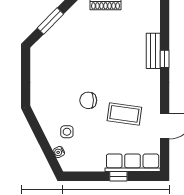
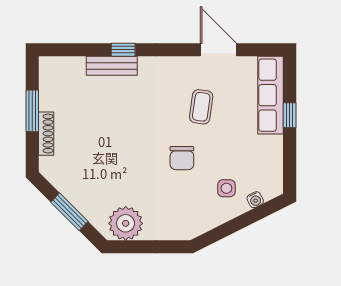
plant: (42, 61) -> (126, 223), added
coffee table: (124, 114) -> (201, 107), width x0.73, depth x0.77

